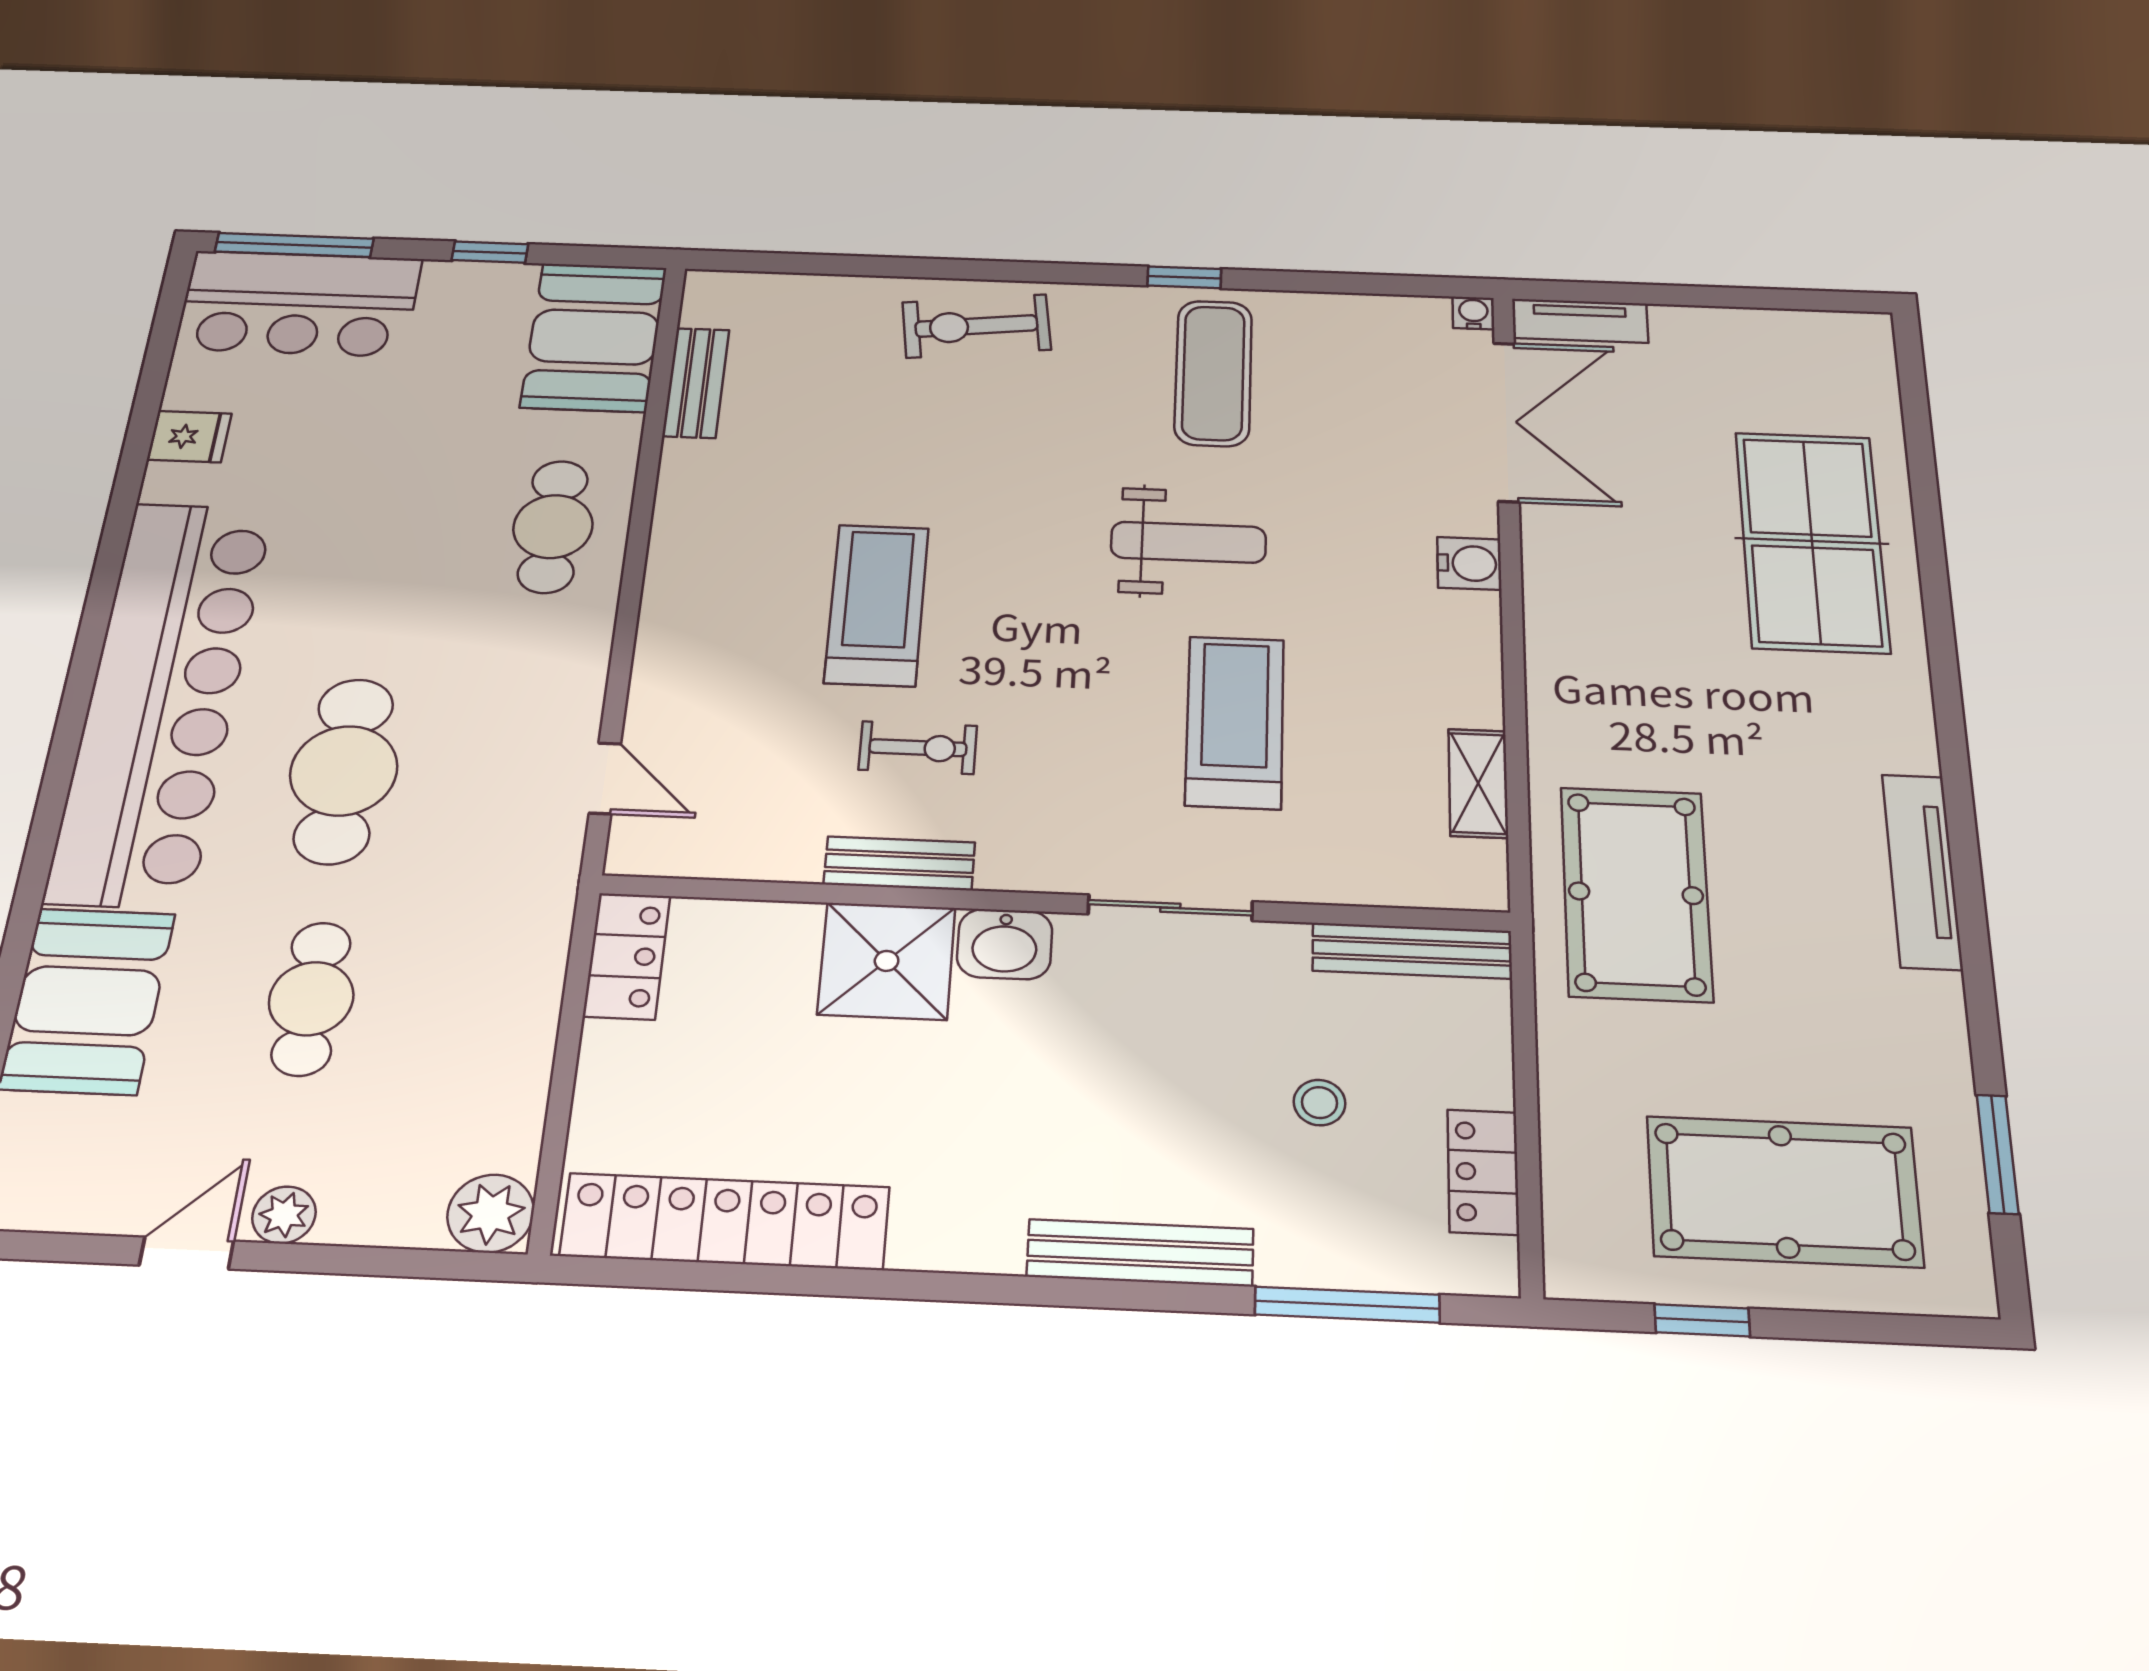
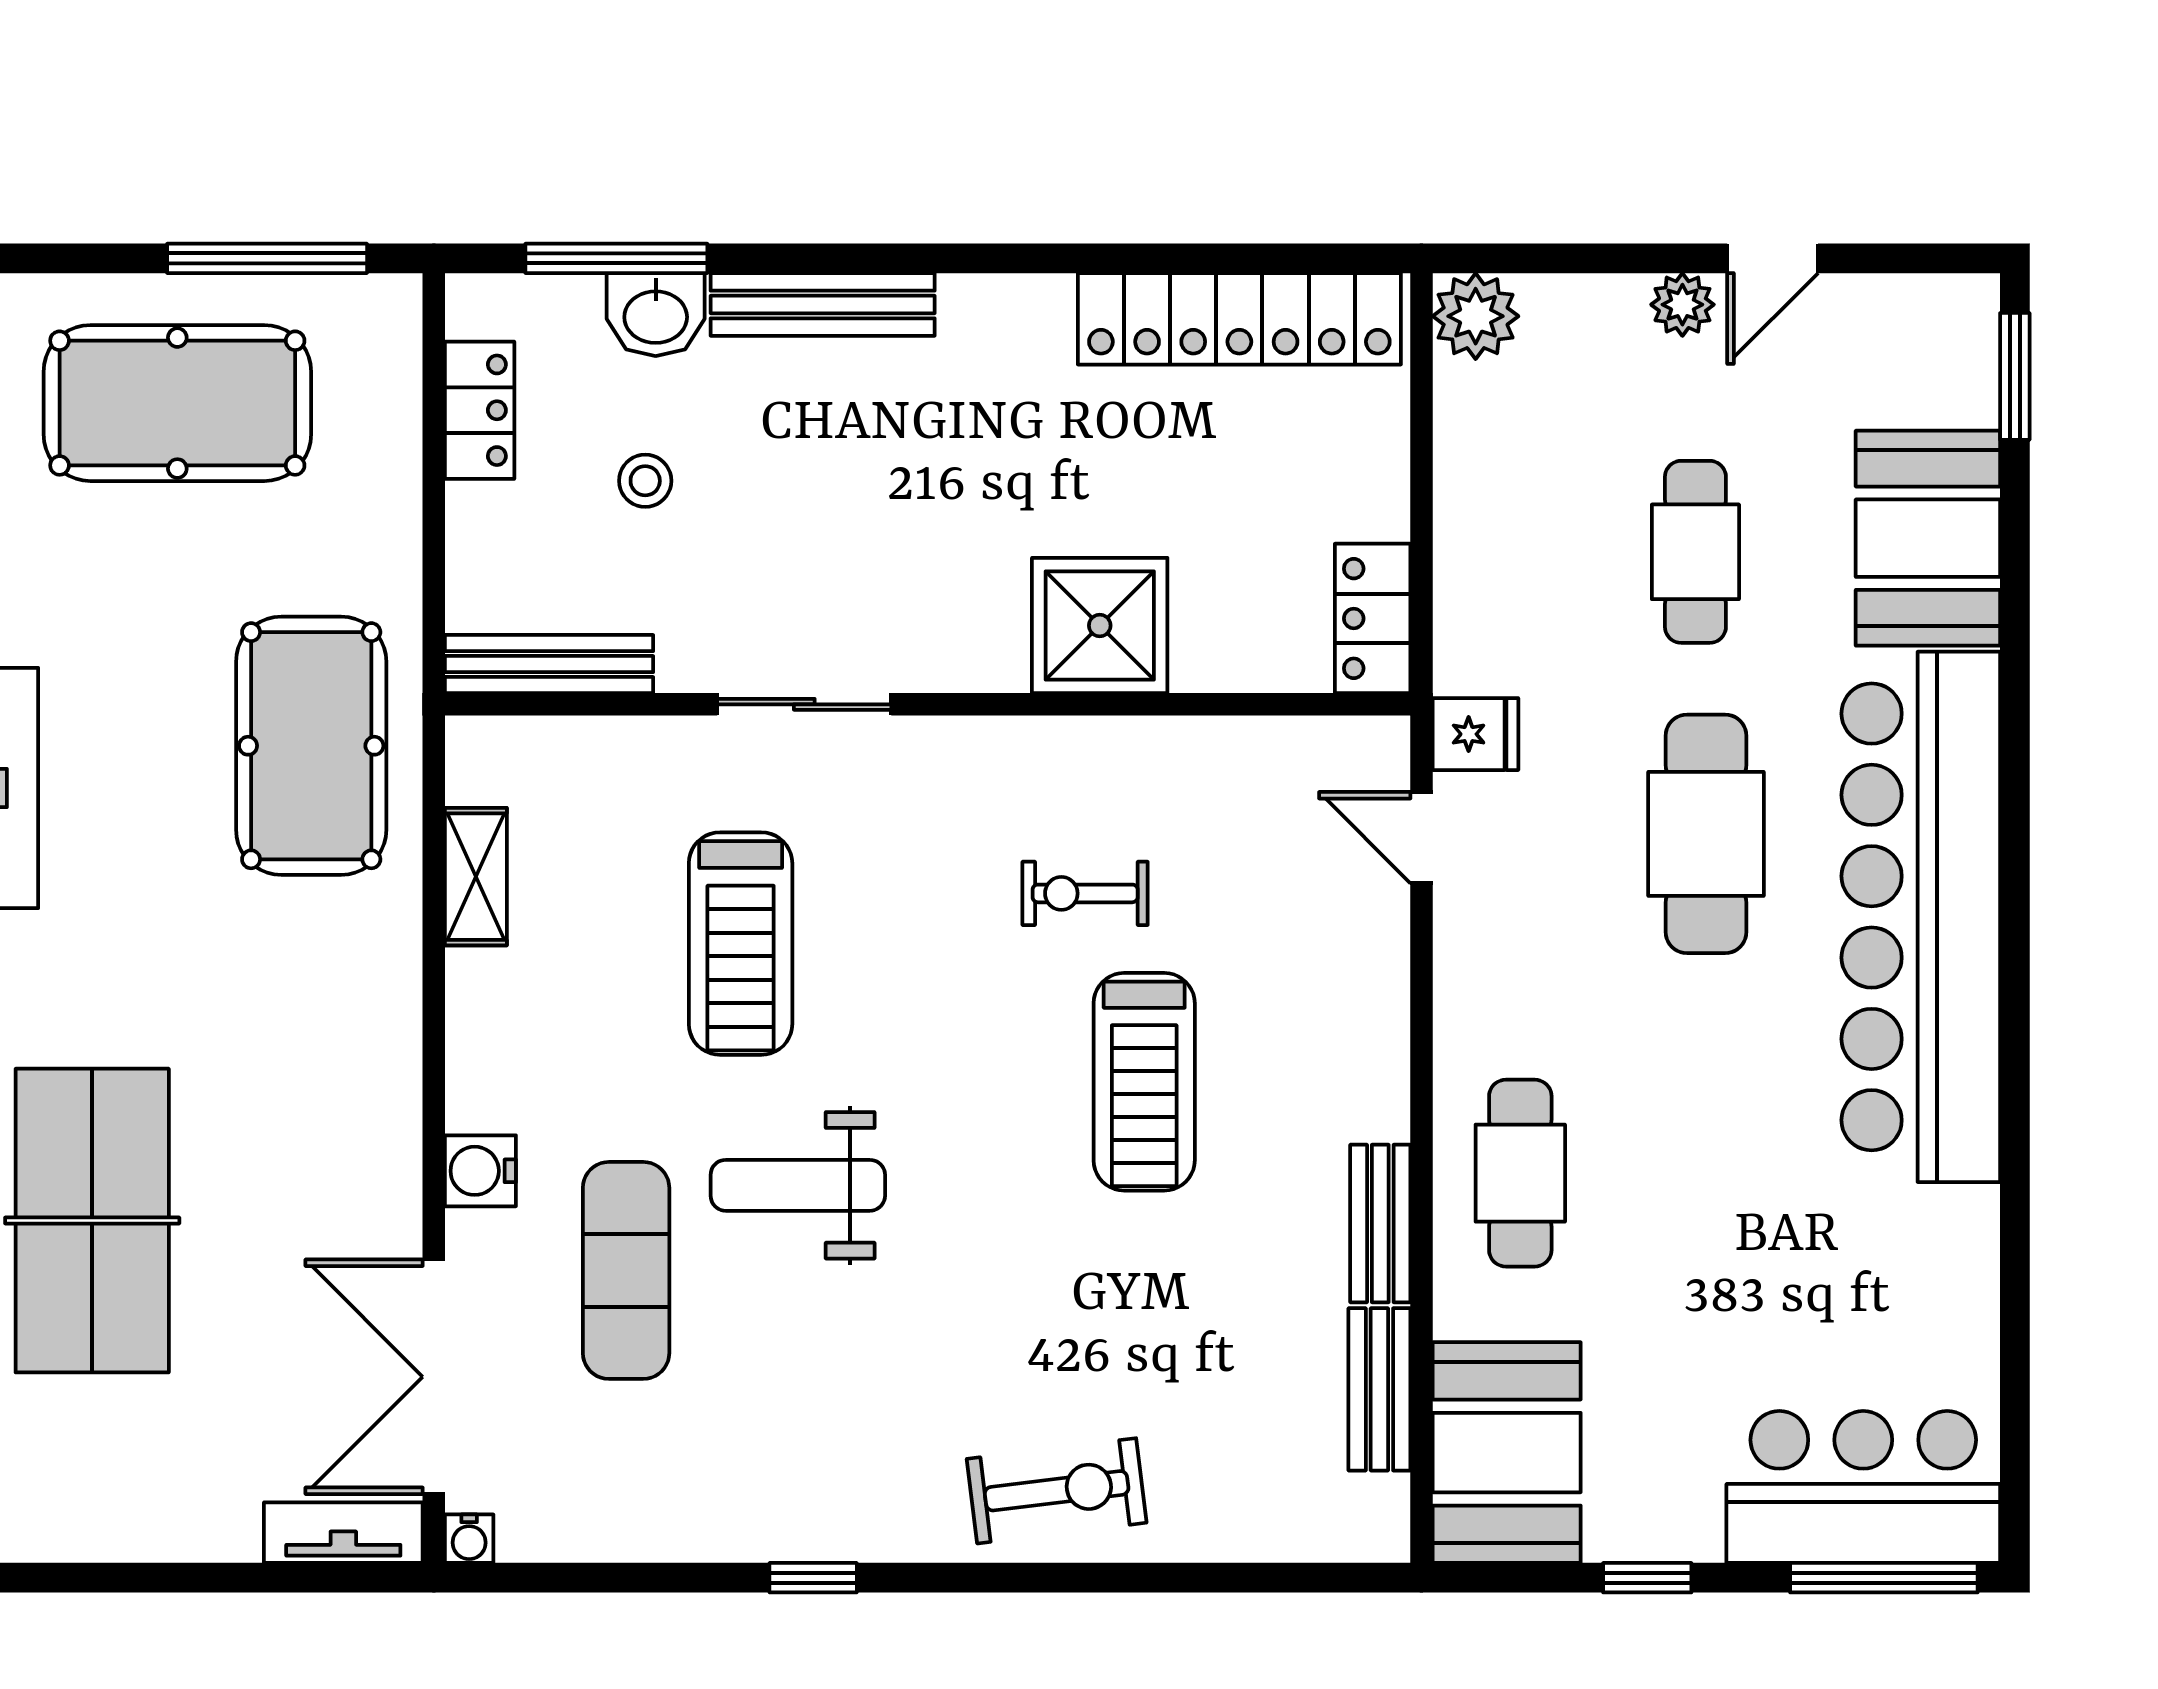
exercise mat: (1213, 373) -> (626, 1270), moved
fridge: (189, 437) -> (1475, 734), moved, turned 180
bench: (899, 863) -> (1380, 1224), moved, turned 90
washbasin: (1005, 944) -> (656, 315), moved, turned 180
window: (1702, 1320) -> (267, 258), width x2.17

